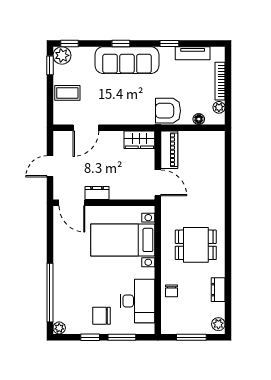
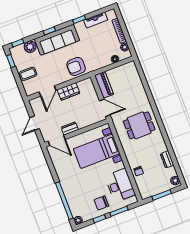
plant: (62, 55) -> (30, 47), moved
armchair: (168, 111) -> (76, 66), moved
wardrobe: (139, 140) -> (68, 91), moved
dining table: (196, 245) -> (139, 125), moved

